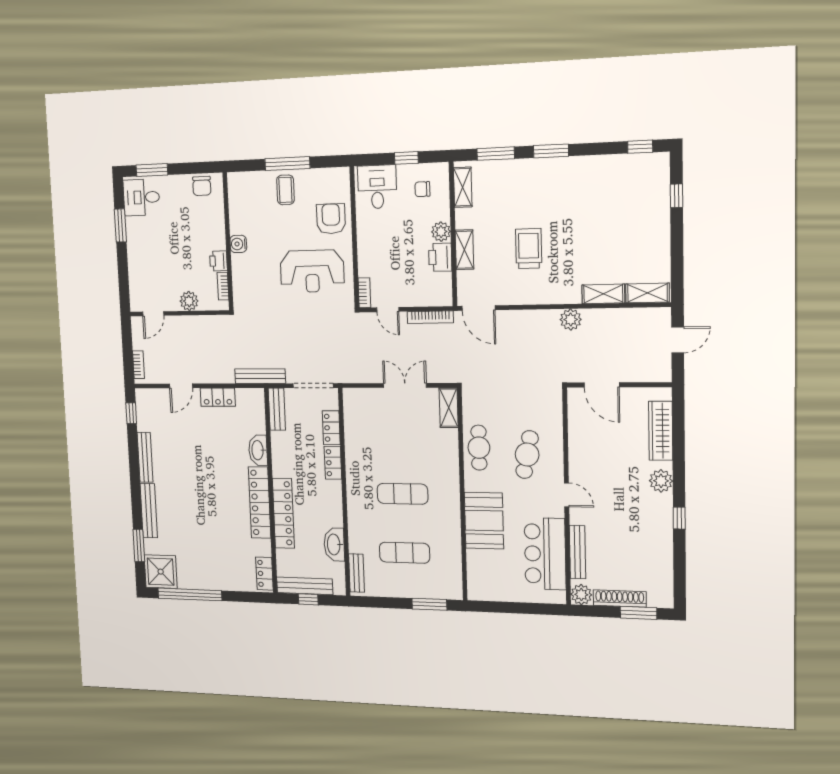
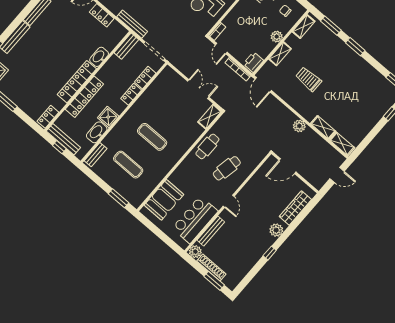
trolley: (529, 249) -> (308, 79), turned -90
printer: (440, 257) -> (253, 62), moved
door: (602, 385) -> (287, 166), hinge flipped
shower: (331, 514) -> (108, 117), added
booth: (484, 521) -> (164, 200), moved

